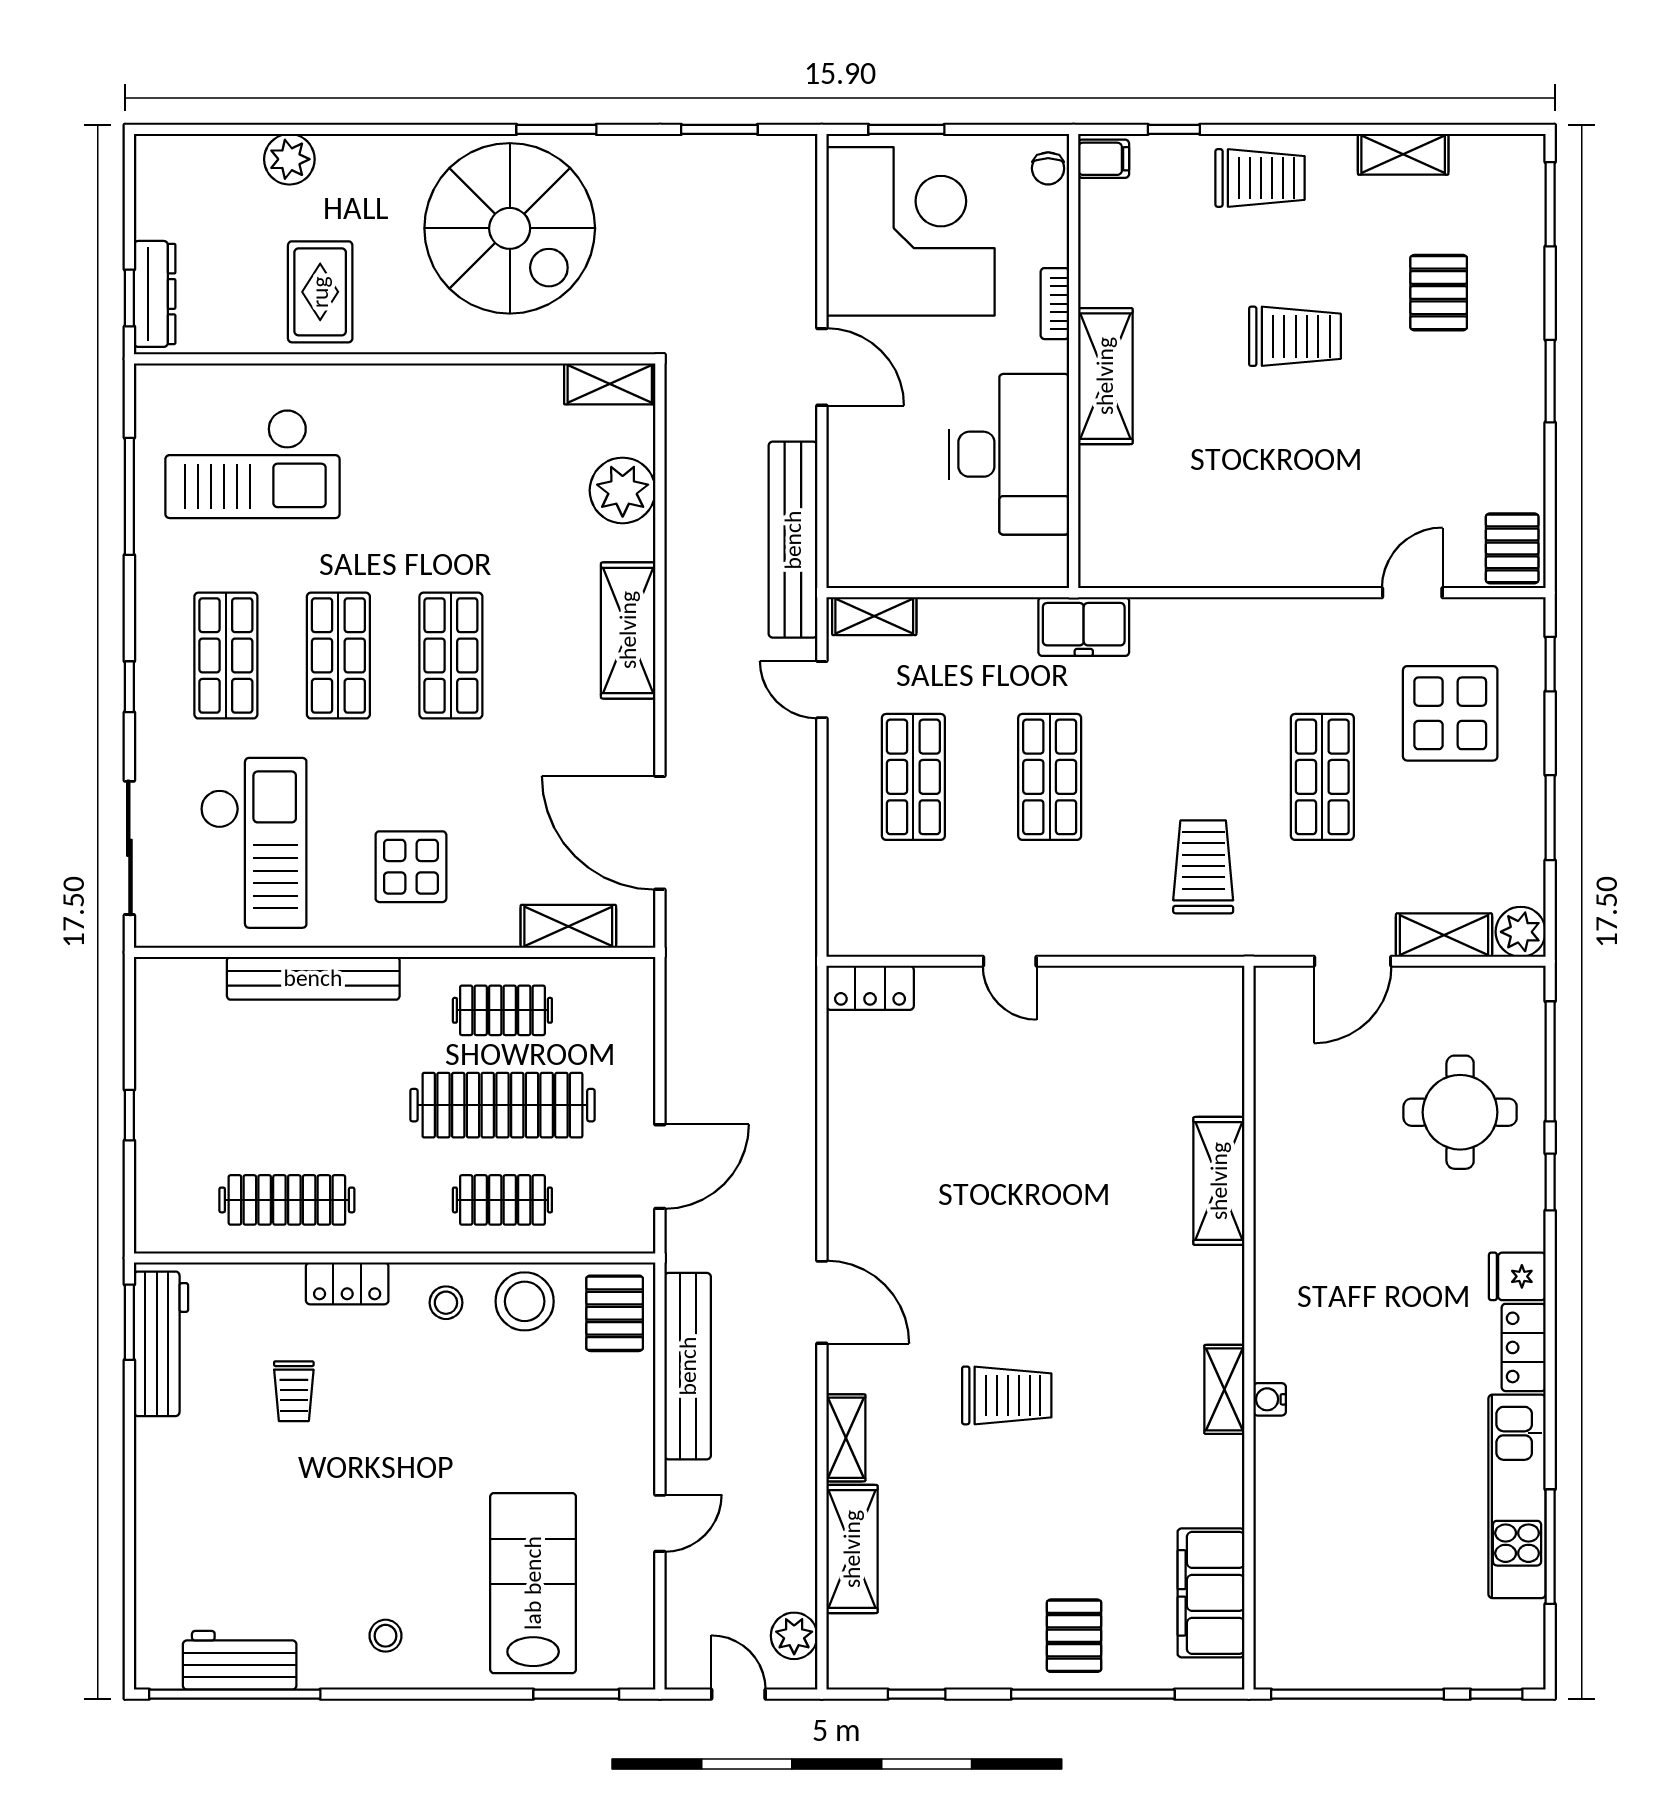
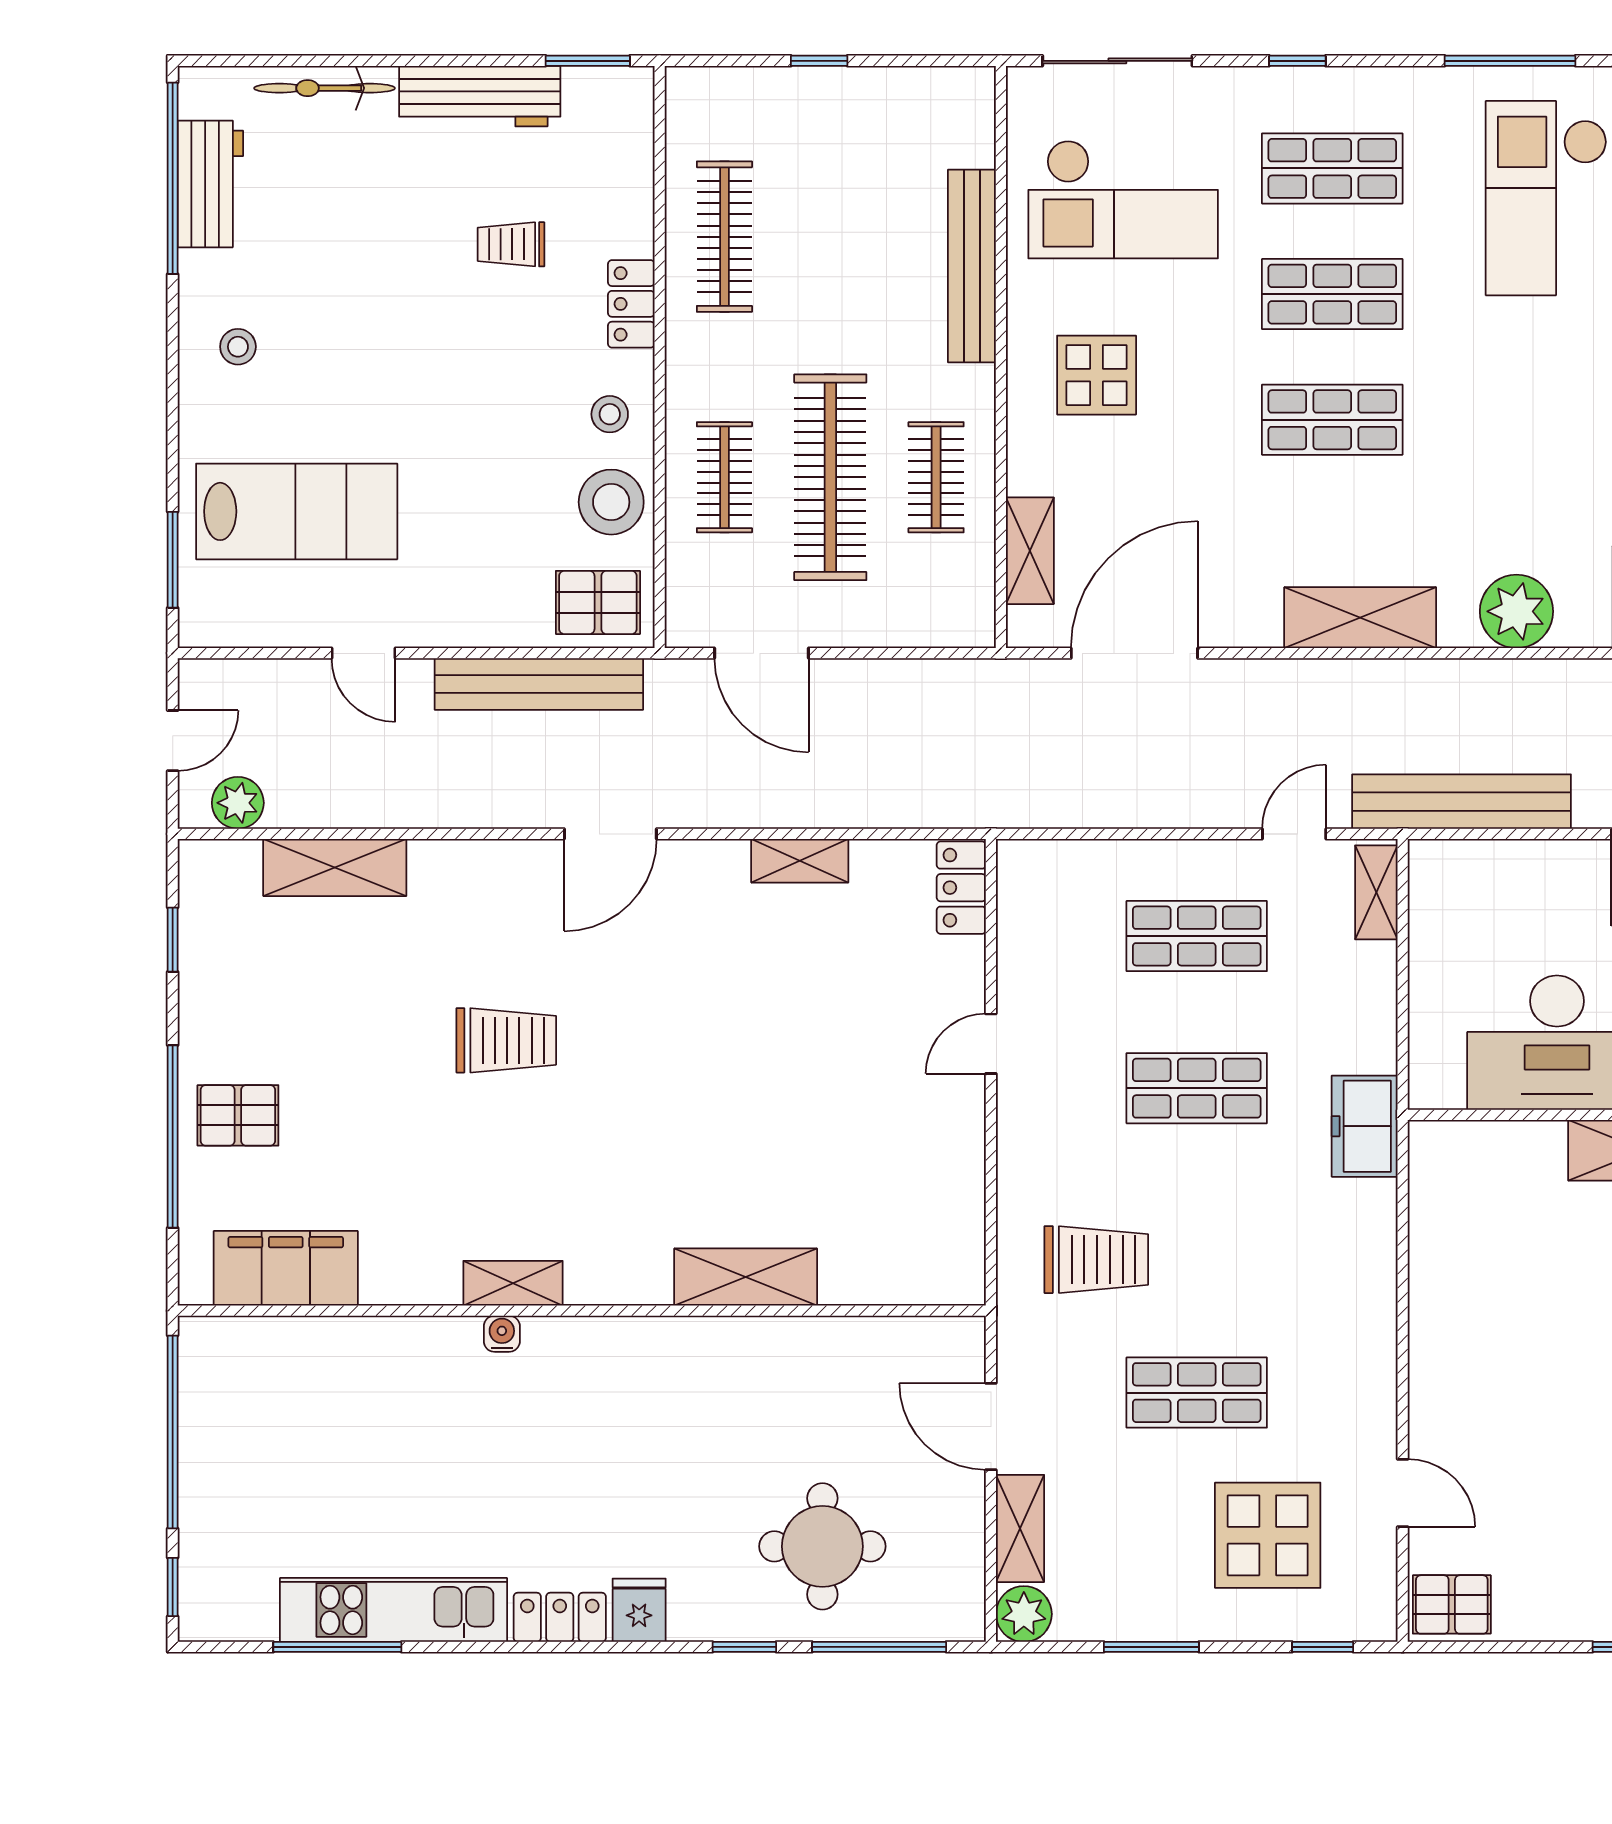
workbench: (161, 1344) -> (480, 96), moved
trolley: (1007, 1395) -> (506, 1040), turned -90
shelving: (846, 1438) -> (800, 861), moved
bicycle: (154, 1558) -> (325, 88), added

